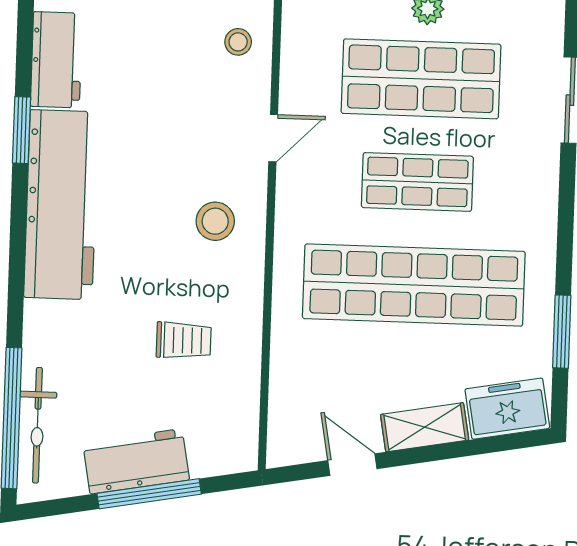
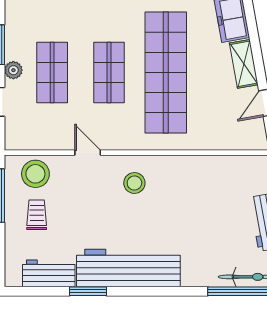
stool: (238, 42) -> (35, 174), width x1.89, depth x1.89
shop shelf: (421, 79) -> (52, 73), width x0.70, depth x0.74
trolley: (184, 340) -> (37, 215), moved

